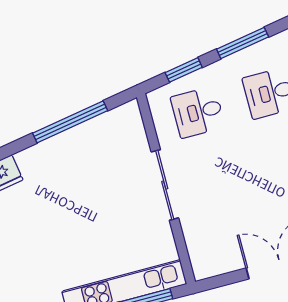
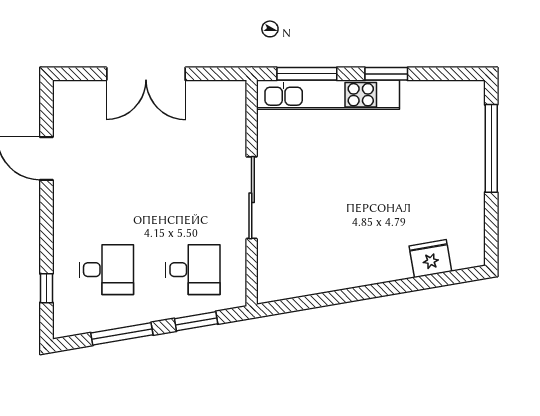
window: (70, 122) -> (339, 297), removed

